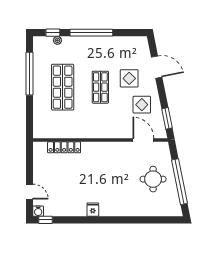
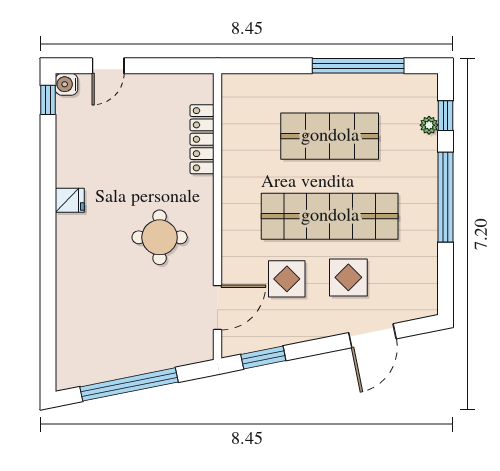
shop shelf: (100, 87) -> (330, 216), width x2.00, depth x1.36
display table: (142, 105) -> (287, 279), moved
round table: (153, 179) -> (160, 237), moved

